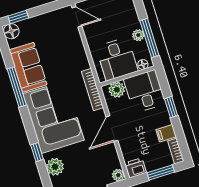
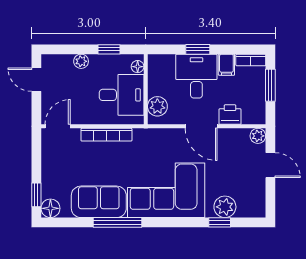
plant: (138, 35) -> (81, 61), moved
window: (149, 38) -> (109, 49), width x0.46
bookcase: (92, 90) -> (106, 135), moved
desk: (145, 91) -> (196, 76), moved, turned 90
window: (37, 152) -> (220, 222), moved
printer: (136, 168) -> (230, 115), moved, turned 90

